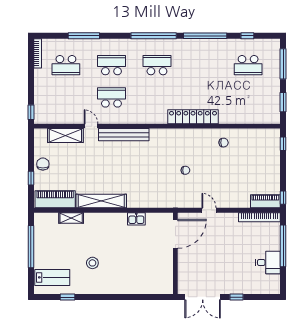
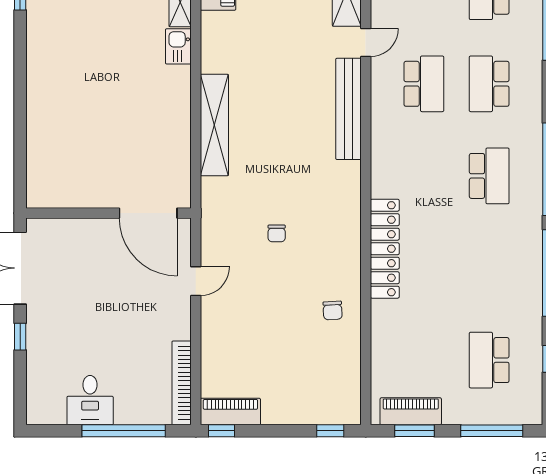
school desk: (111, 65) -> (489, 84), turned 180
piano: (273, 104) -> (411, 411), added
shelving: (101, 201) -> (214, 125), moved
piano: (265, 201) -> (230, 412), moved, turned -90
kitchen sink: (136, 219) -> (178, 46), moved
stool: (92, 263) -> (89, 45), removed

